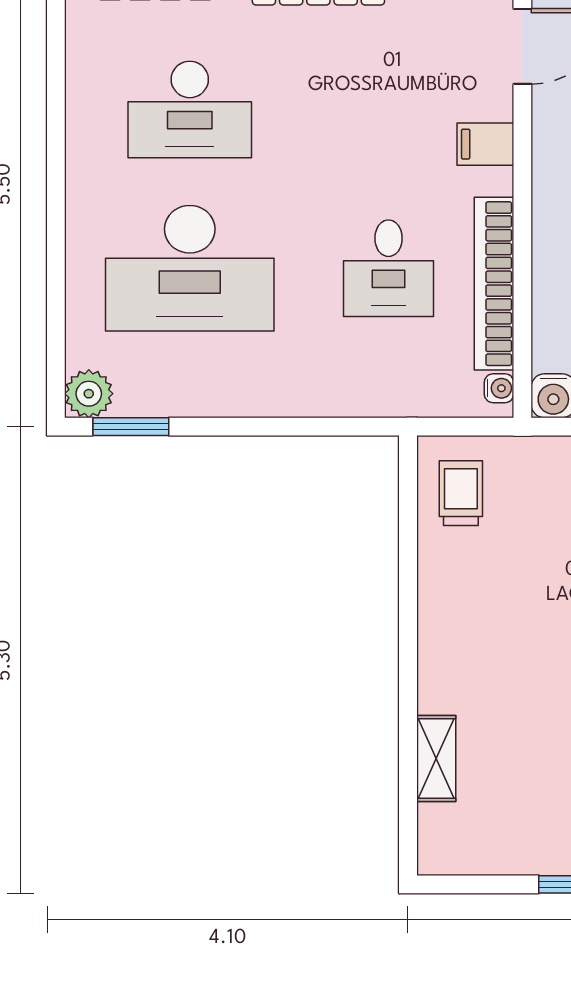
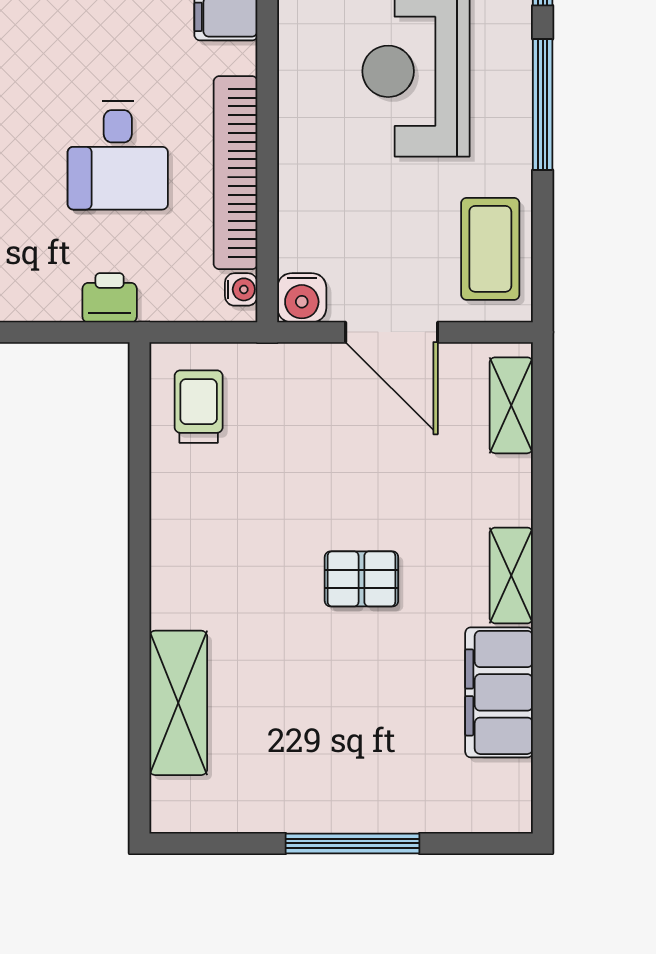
printer: (381, 396) -> (110, 298), added
shelving: (436, 758) -> (178, 703), width x1.50, depth x1.33

